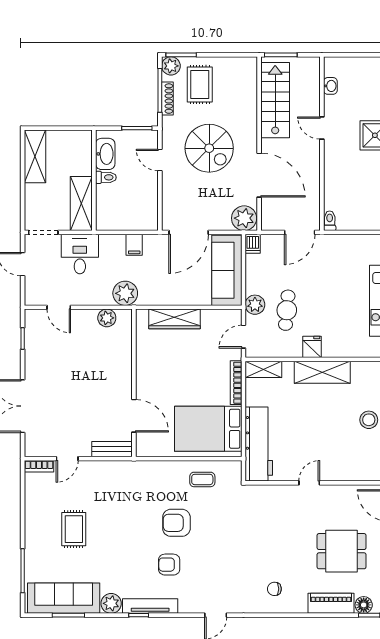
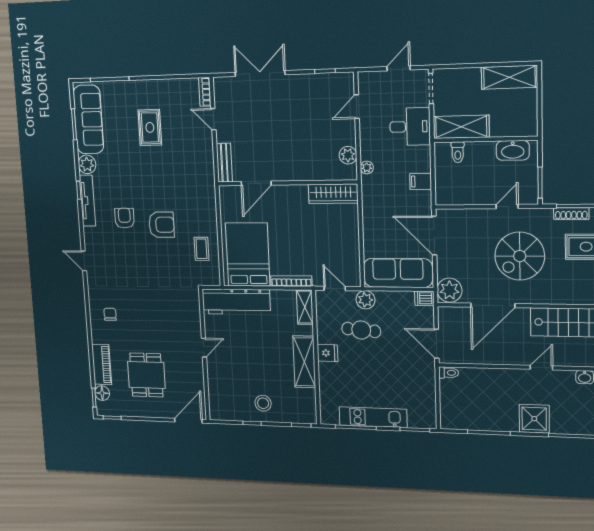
toilet: (106, 177) -> (458, 152), moved
plant: (125, 293) -> (367, 167), width x0.53, depth x0.53
wardrobe: (174, 319) -> (333, 194), moved, turned -90
door: (309, 483) -> (204, 348), hinge flipped
armchair: (176, 523) -> (161, 225), turned 90
rug: (74, 529) -> (150, 127), turned 90

